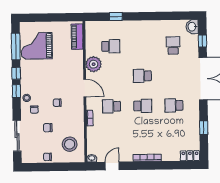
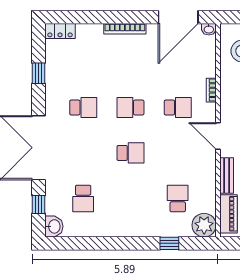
school desk: (111, 46) -> (178, 198), turned 90
bench: (79, 62) -> (227, 175), added
plant: (94, 64) -> (204, 225), moved
door: (112, 166) -> (178, 17), width x1.87

